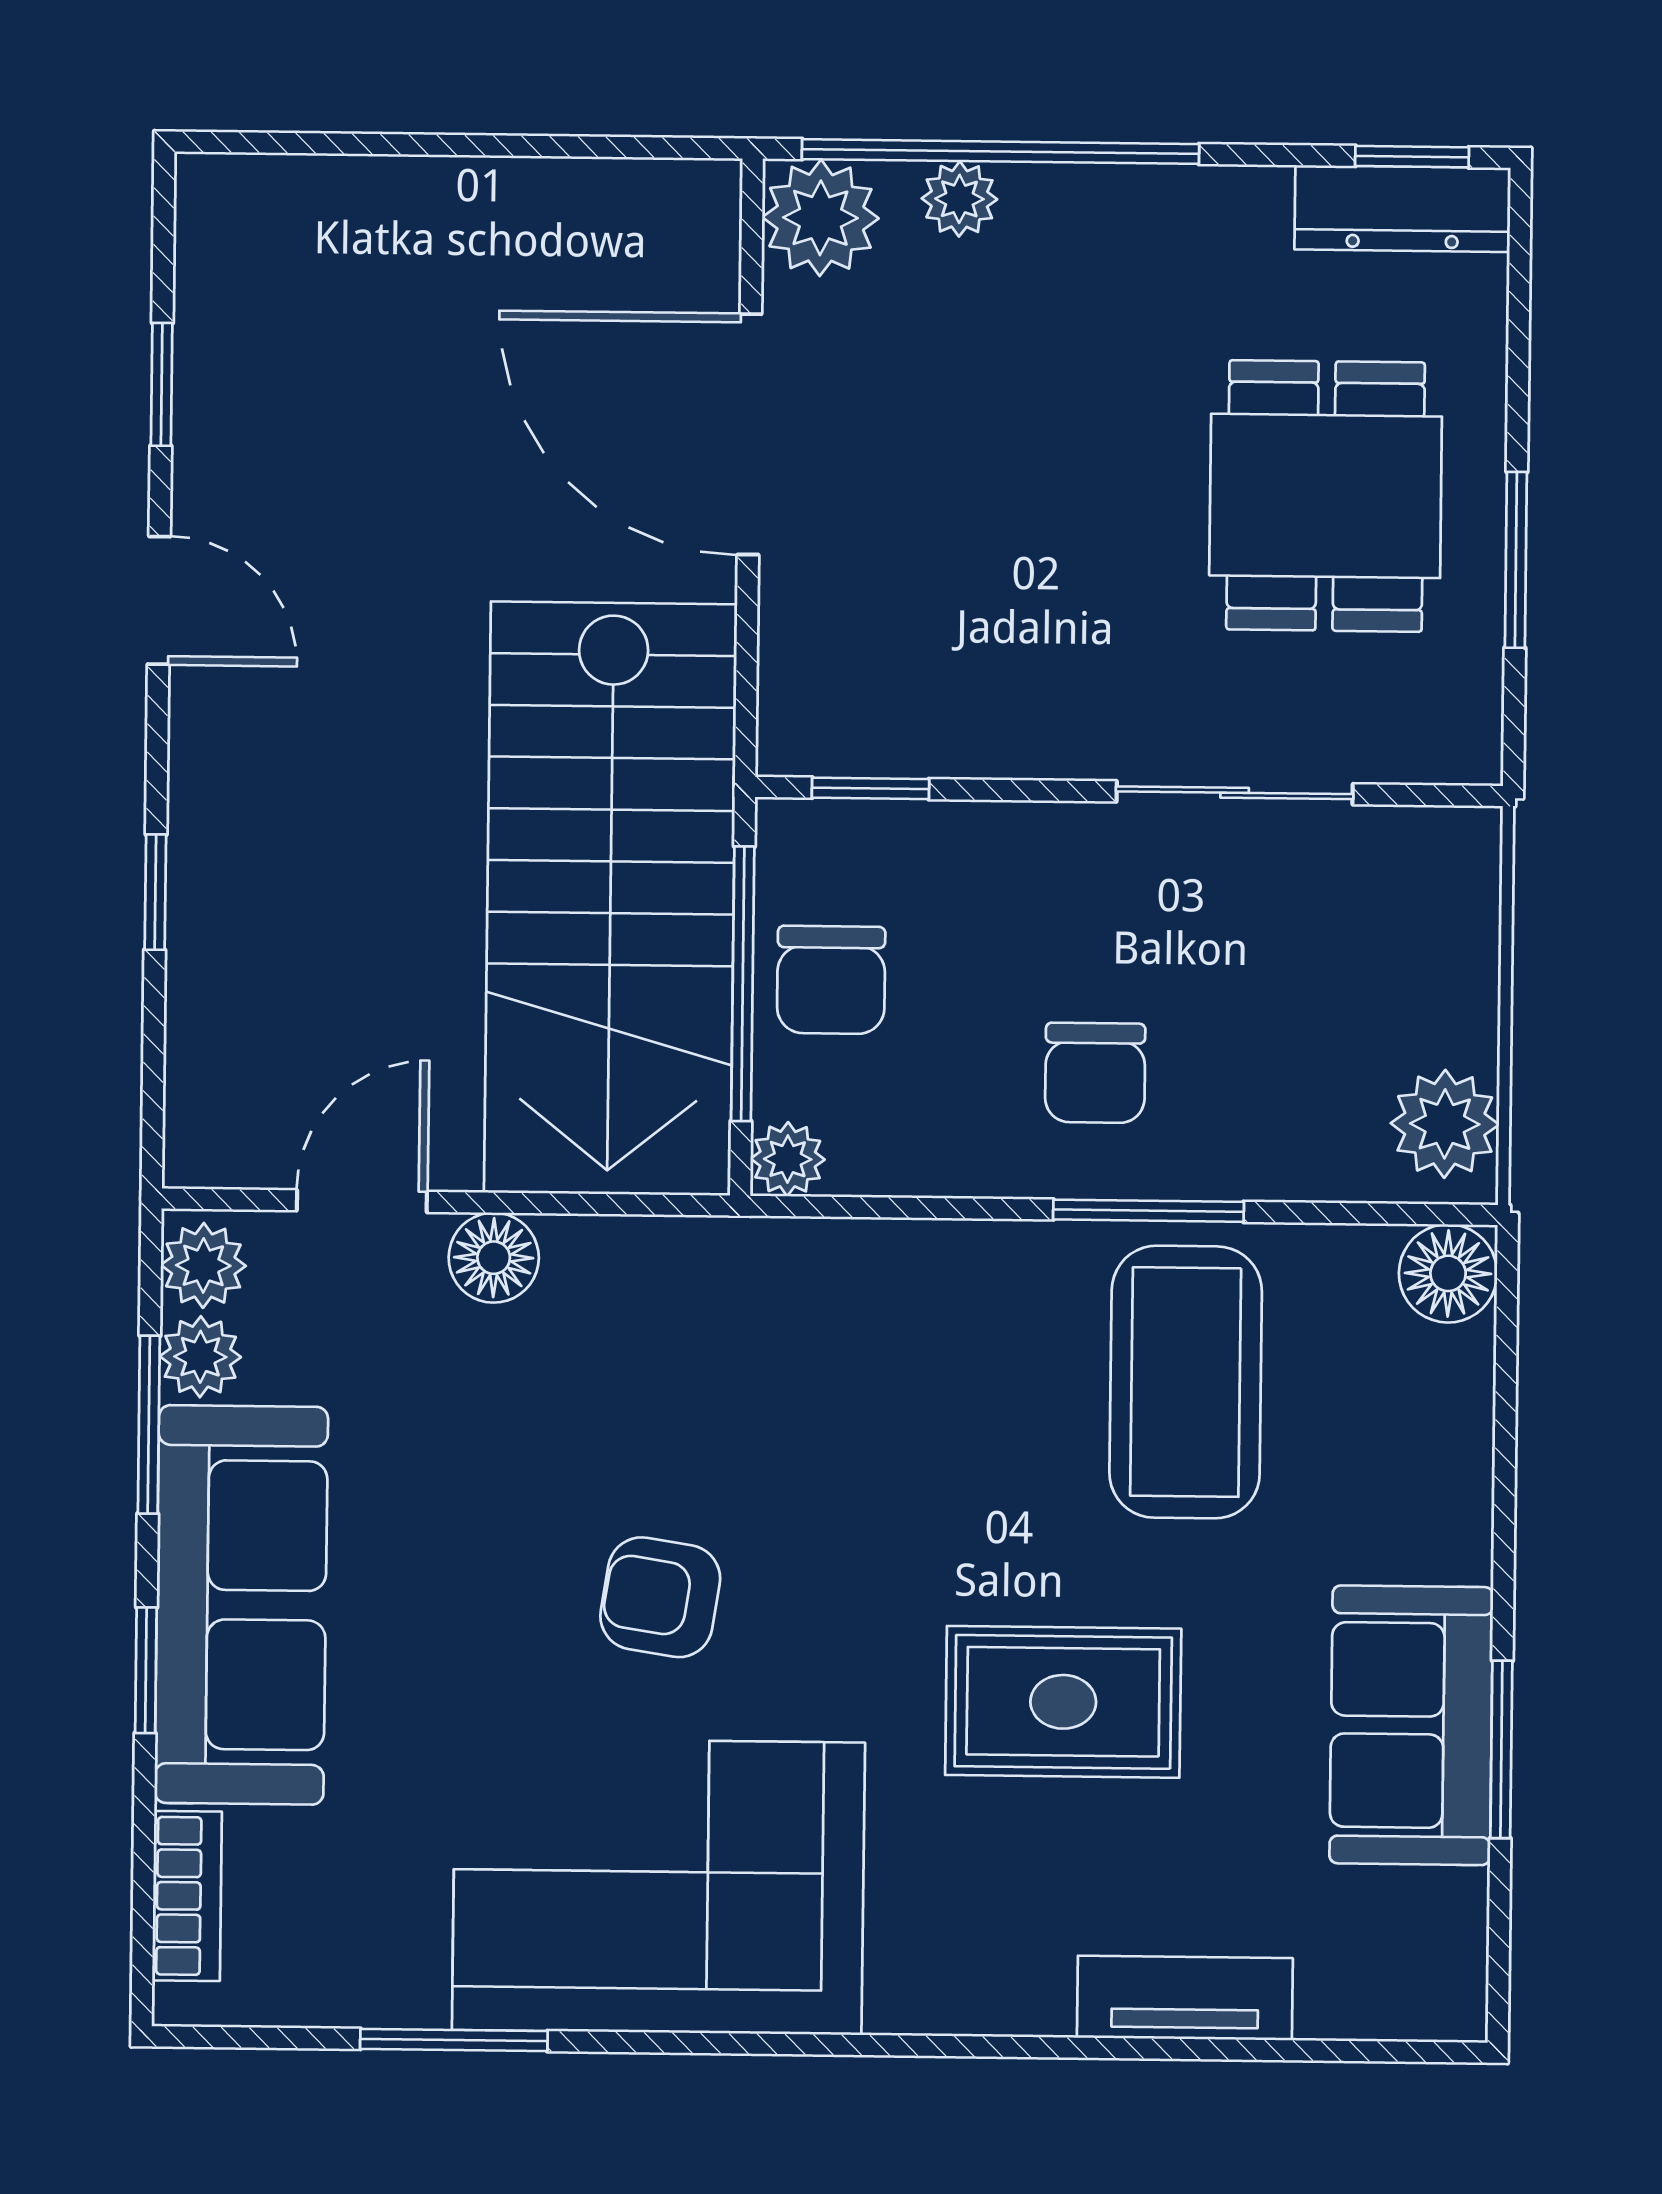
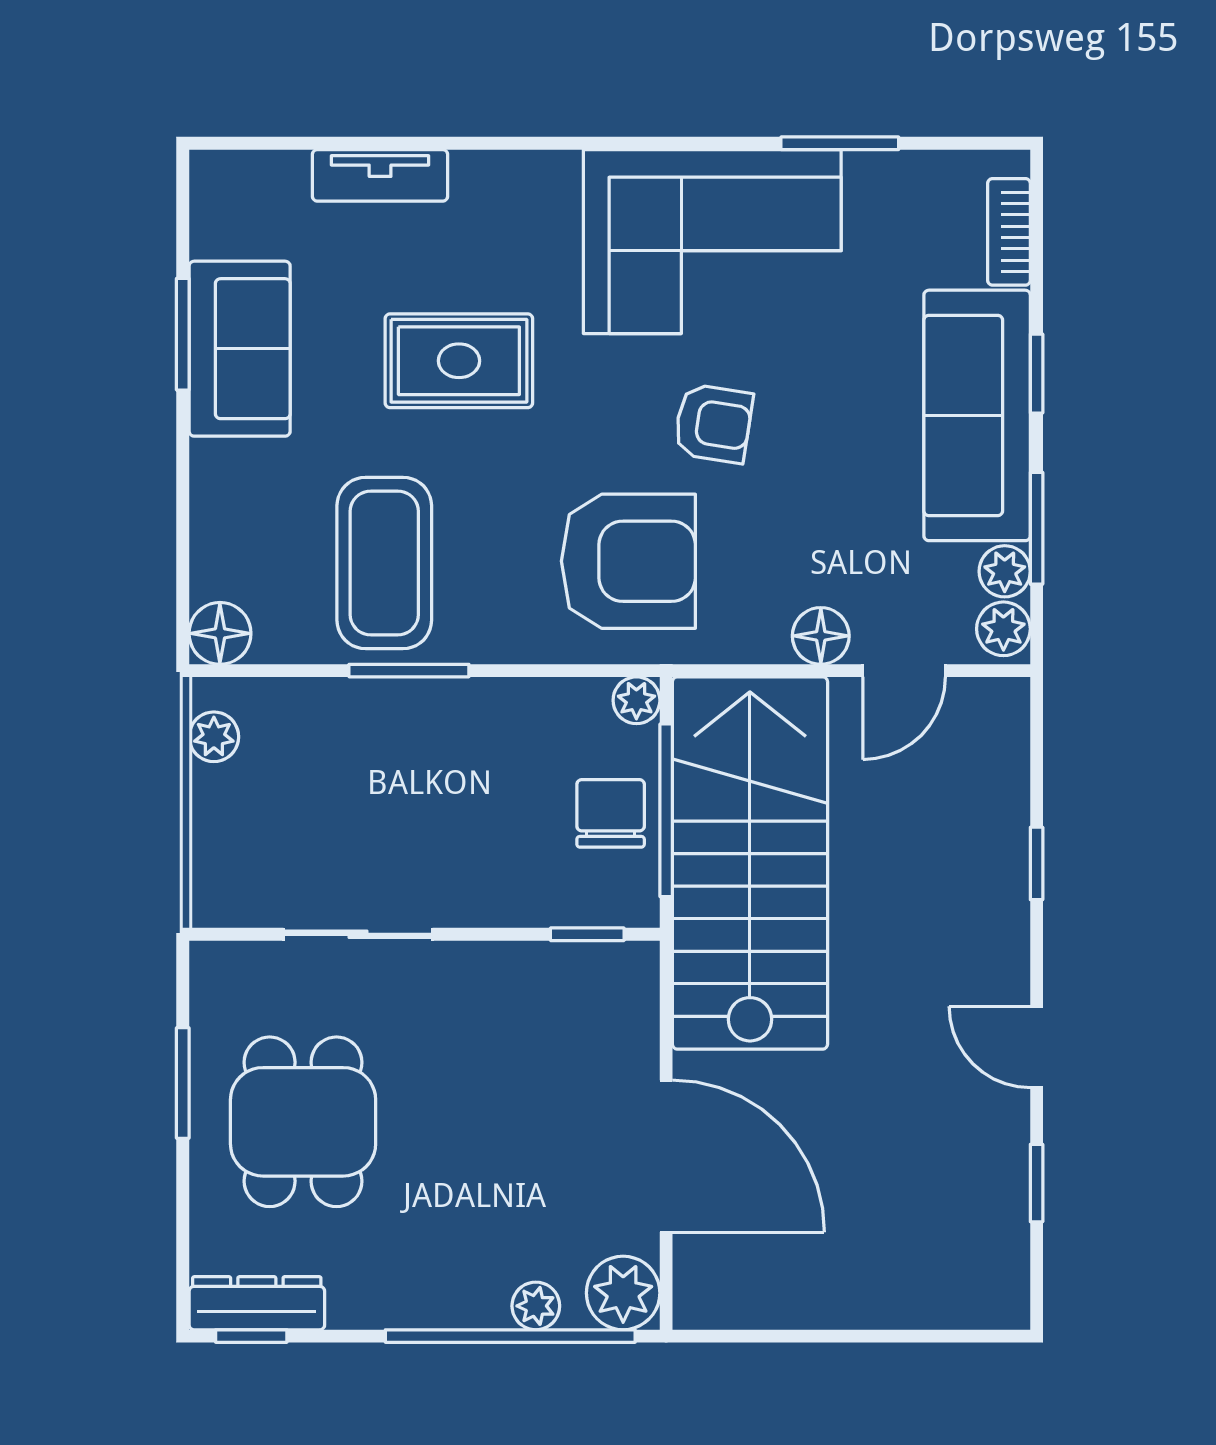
chair: (1095, 1073) -> (444, 757), removed
plant: (1445, 1124) -> (214, 737), width x0.73, depth x0.73
armchair: (798, 1380) -> (628, 561), added

